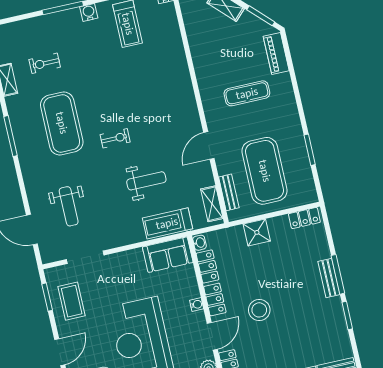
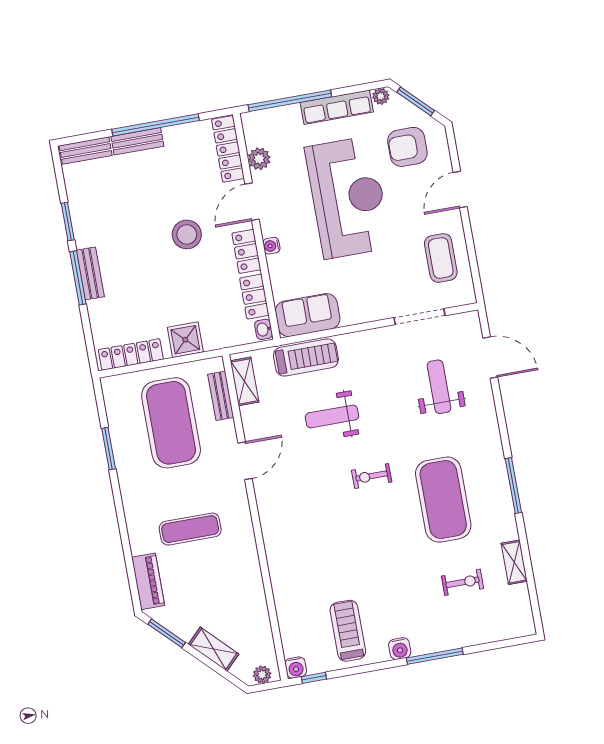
locker: (304, 218) -> (131, 354), width x1.53
window: (47, 297) -> (474, 265), removed

